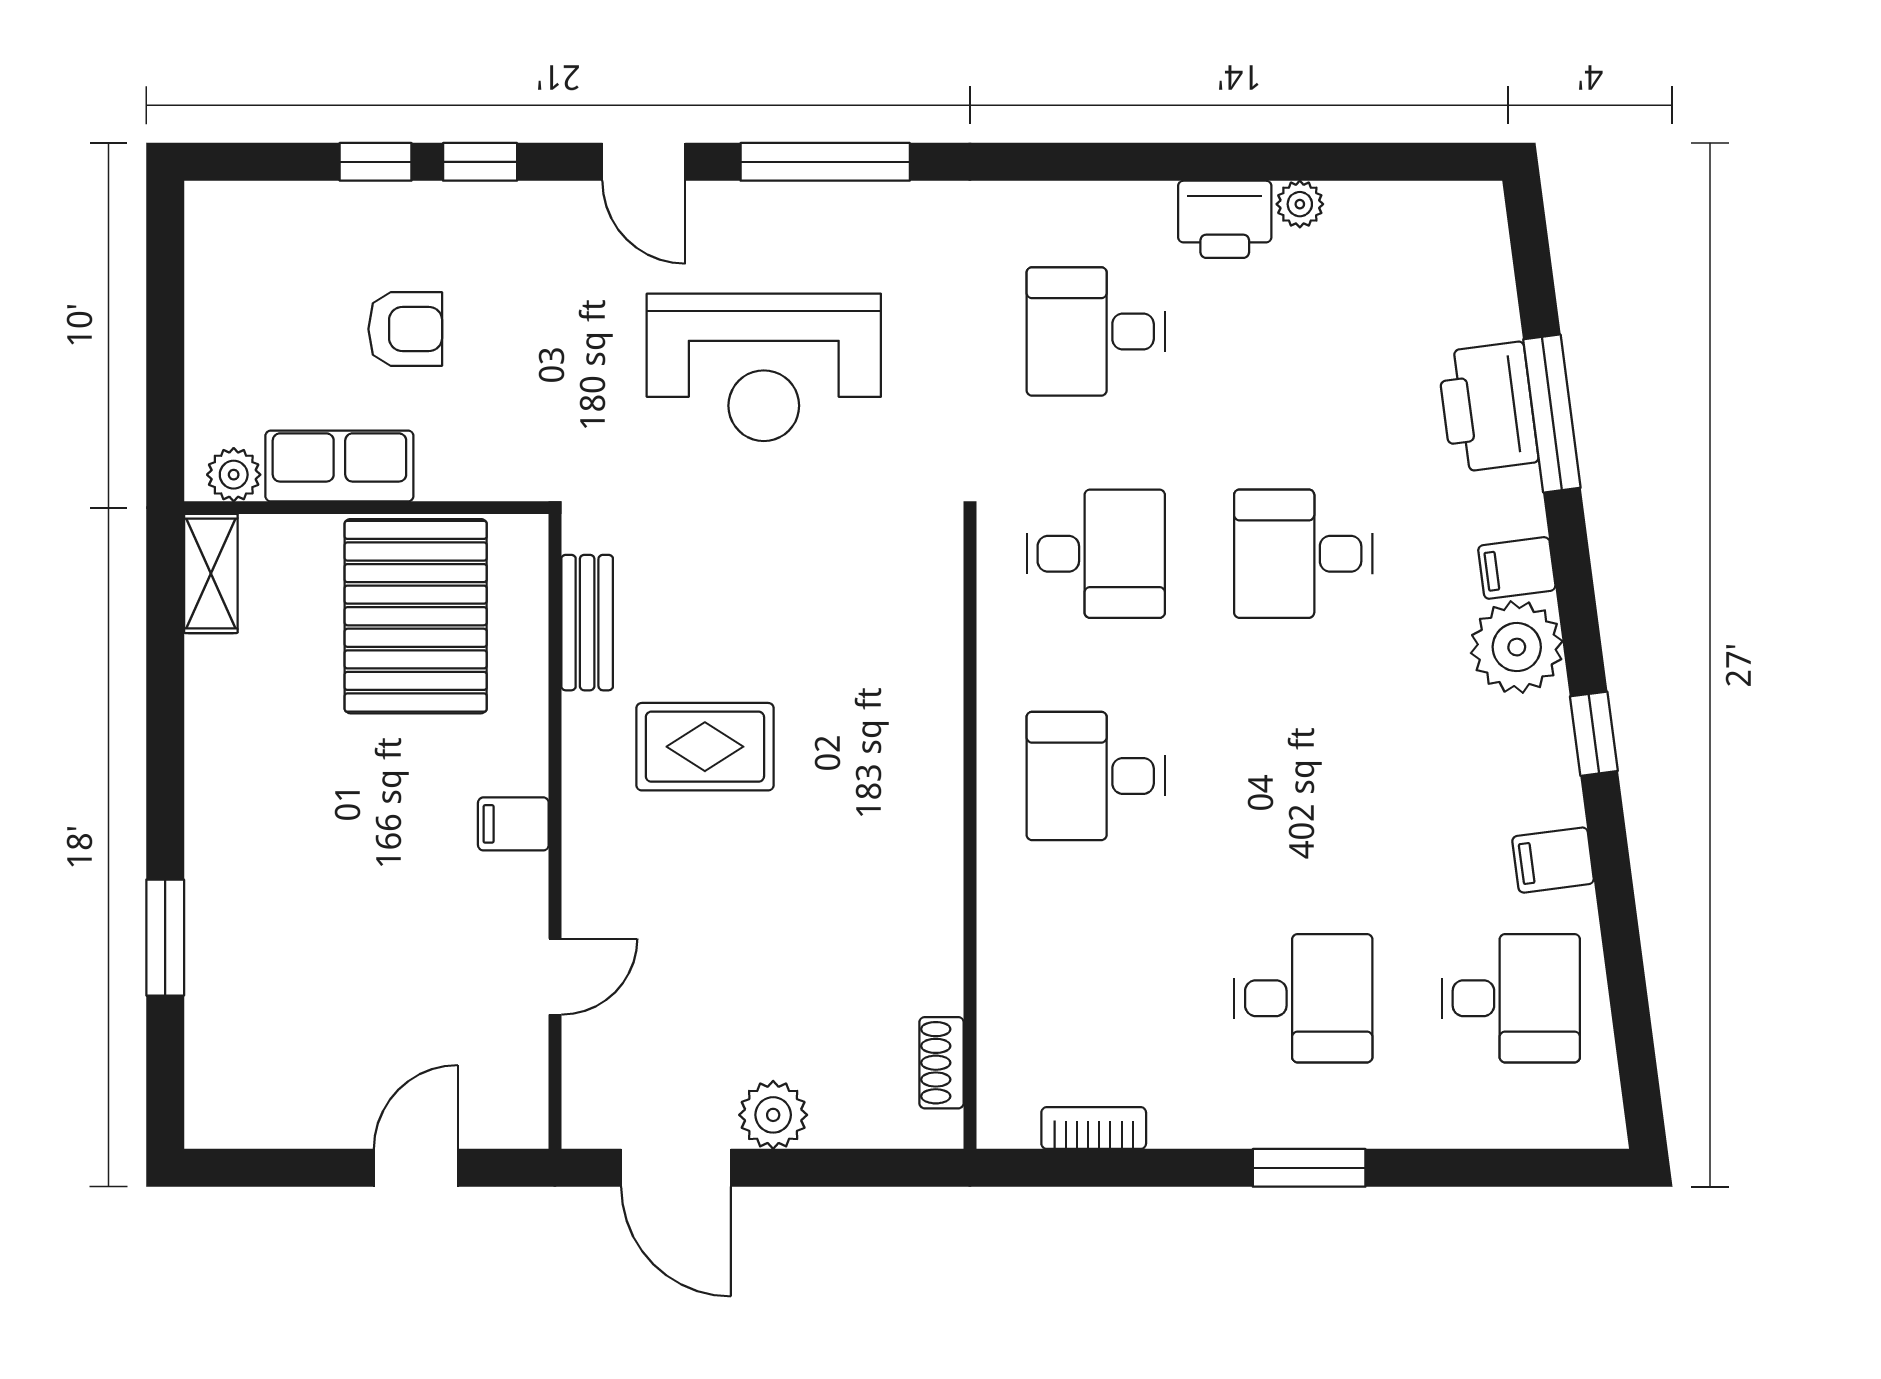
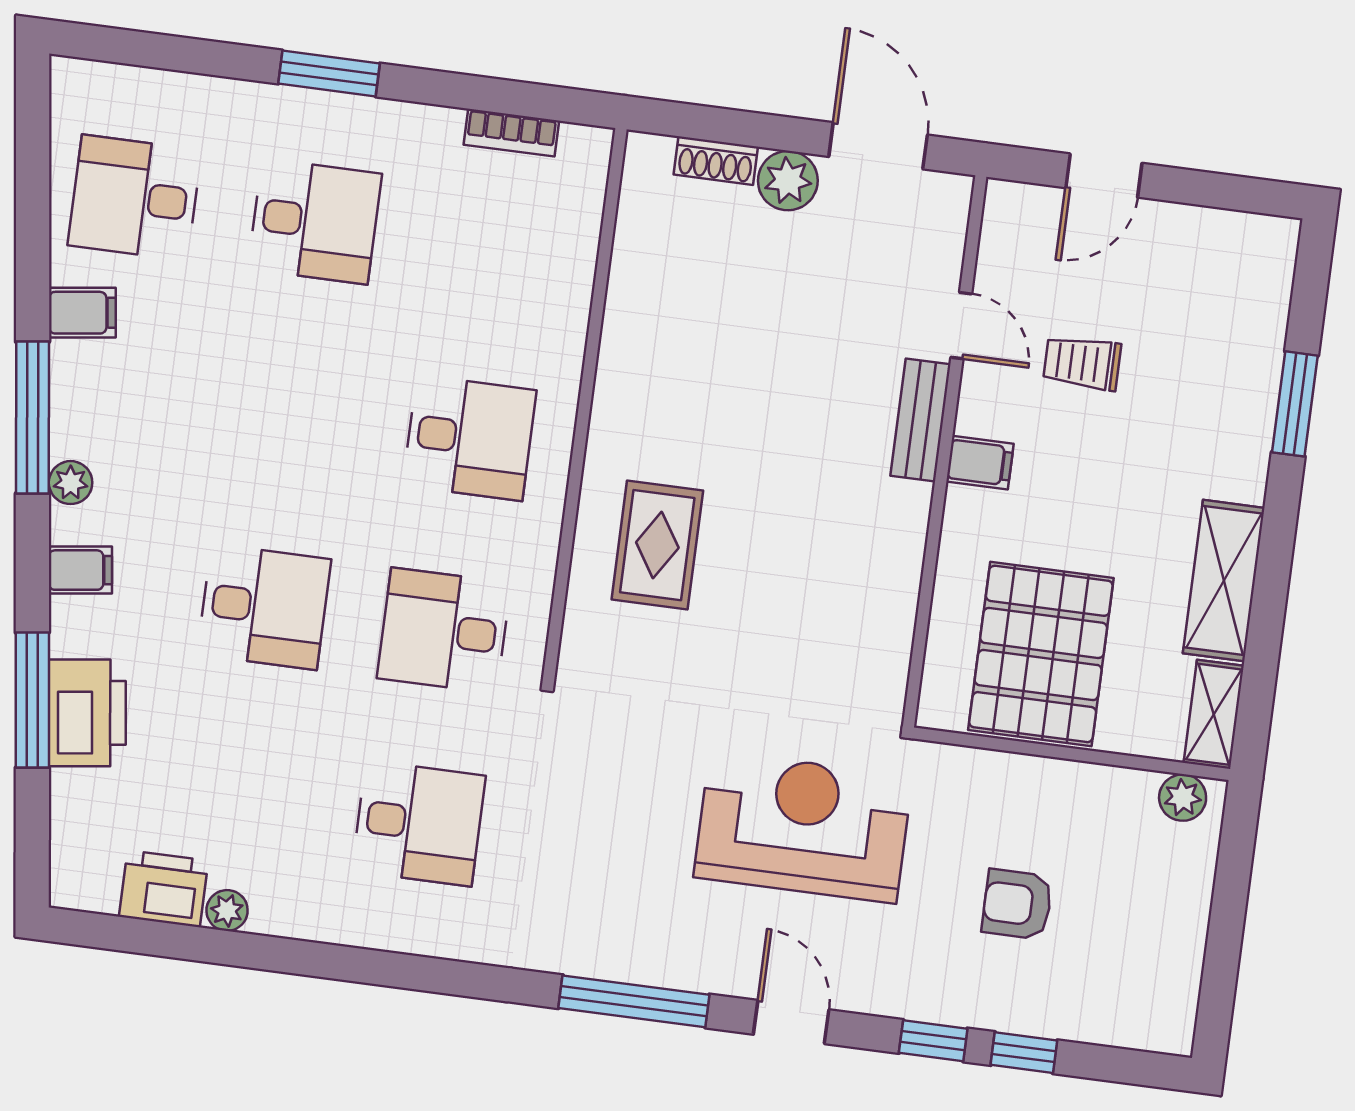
printer: (1225, 219) -> (164, 889), moved
reception desk: (764, 367) -> (803, 827), moved
row of seats: (339, 466) -> (1090, 793), removed
bench: (587, 623) -> (920, 420), moved
plant: (1517, 647) -> (71, 483), width x0.53, depth x0.53
shelving: (219, 727) -> (1224, 581), added
window: (1594, 734) -> (32, 418), width x2.17
rug: (705, 747) -> (657, 545), moved, turned 90
trolley: (412, 952) -> (1082, 363), added
door: (555, 977) -> (961, 326), swing flipped
desk: (1303, 998) -> (315, 221), turned 180
shoe rack: (942, 1063) -> (716, 161), moved, turned 90

